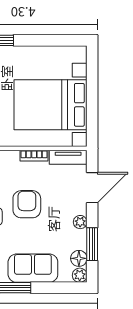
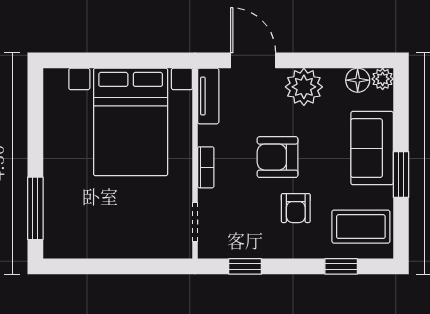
bookcase: (34, 156) -> (206, 167), moved
plant: (80, 222) -> (304, 87), width x1.88, depth x1.88
window: (92, 244) -> (336, 60), removed

